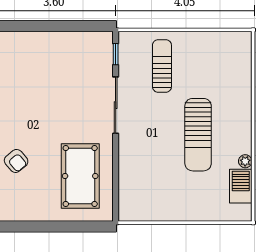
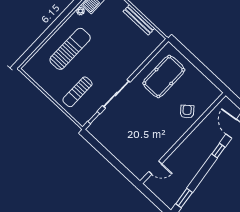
sun lounger: (198, 135) -> (70, 49), moved
bench: (169, 214) -> (139, 20), added

